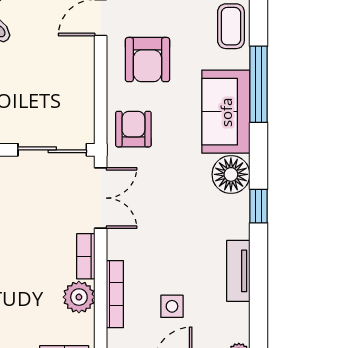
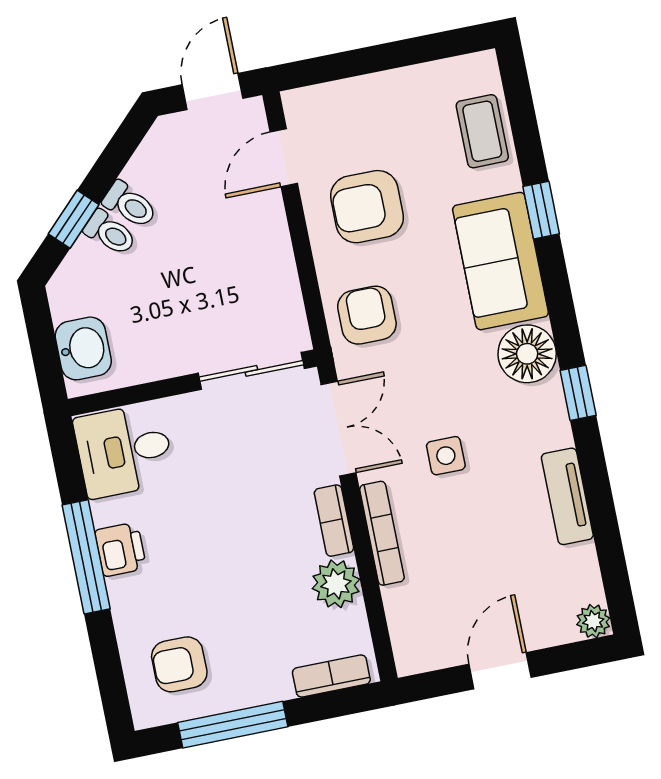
armchair: (147, 60) -> (367, 207), turned 90
window: (259, 84) -> (541, 210), width x0.46
bookcase: (115, 294) -> (382, 533), moved
side table: (172, 306) -> (446, 456), moved

